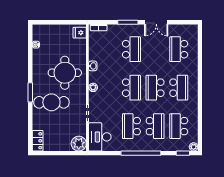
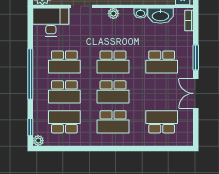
washbasin: (95, 50) -> (160, 16), added
school desk: (155, 88) -> (113, 92), turned 180
school desk: (131, 126) -> (64, 62), turned 180

